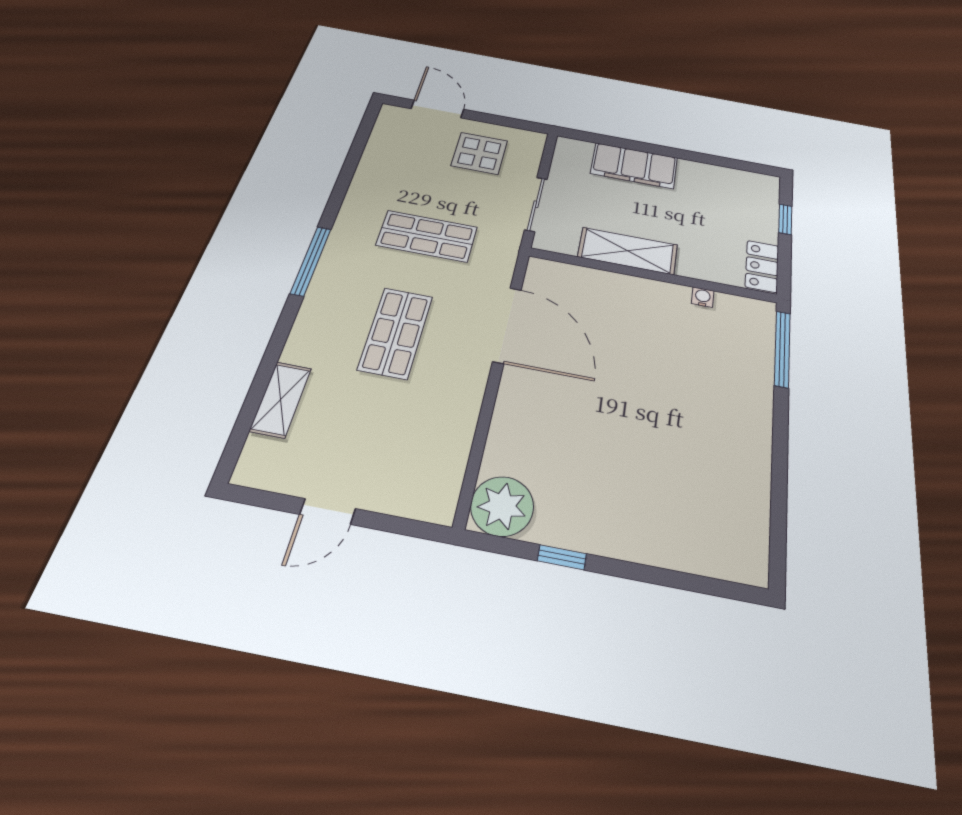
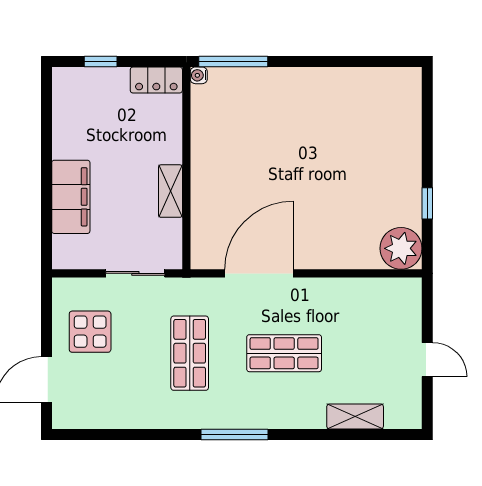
shelving: (628, 251) -> (170, 191), width x0.67, depth x0.75
water cooler: (703, 297) -> (199, 75), moved

